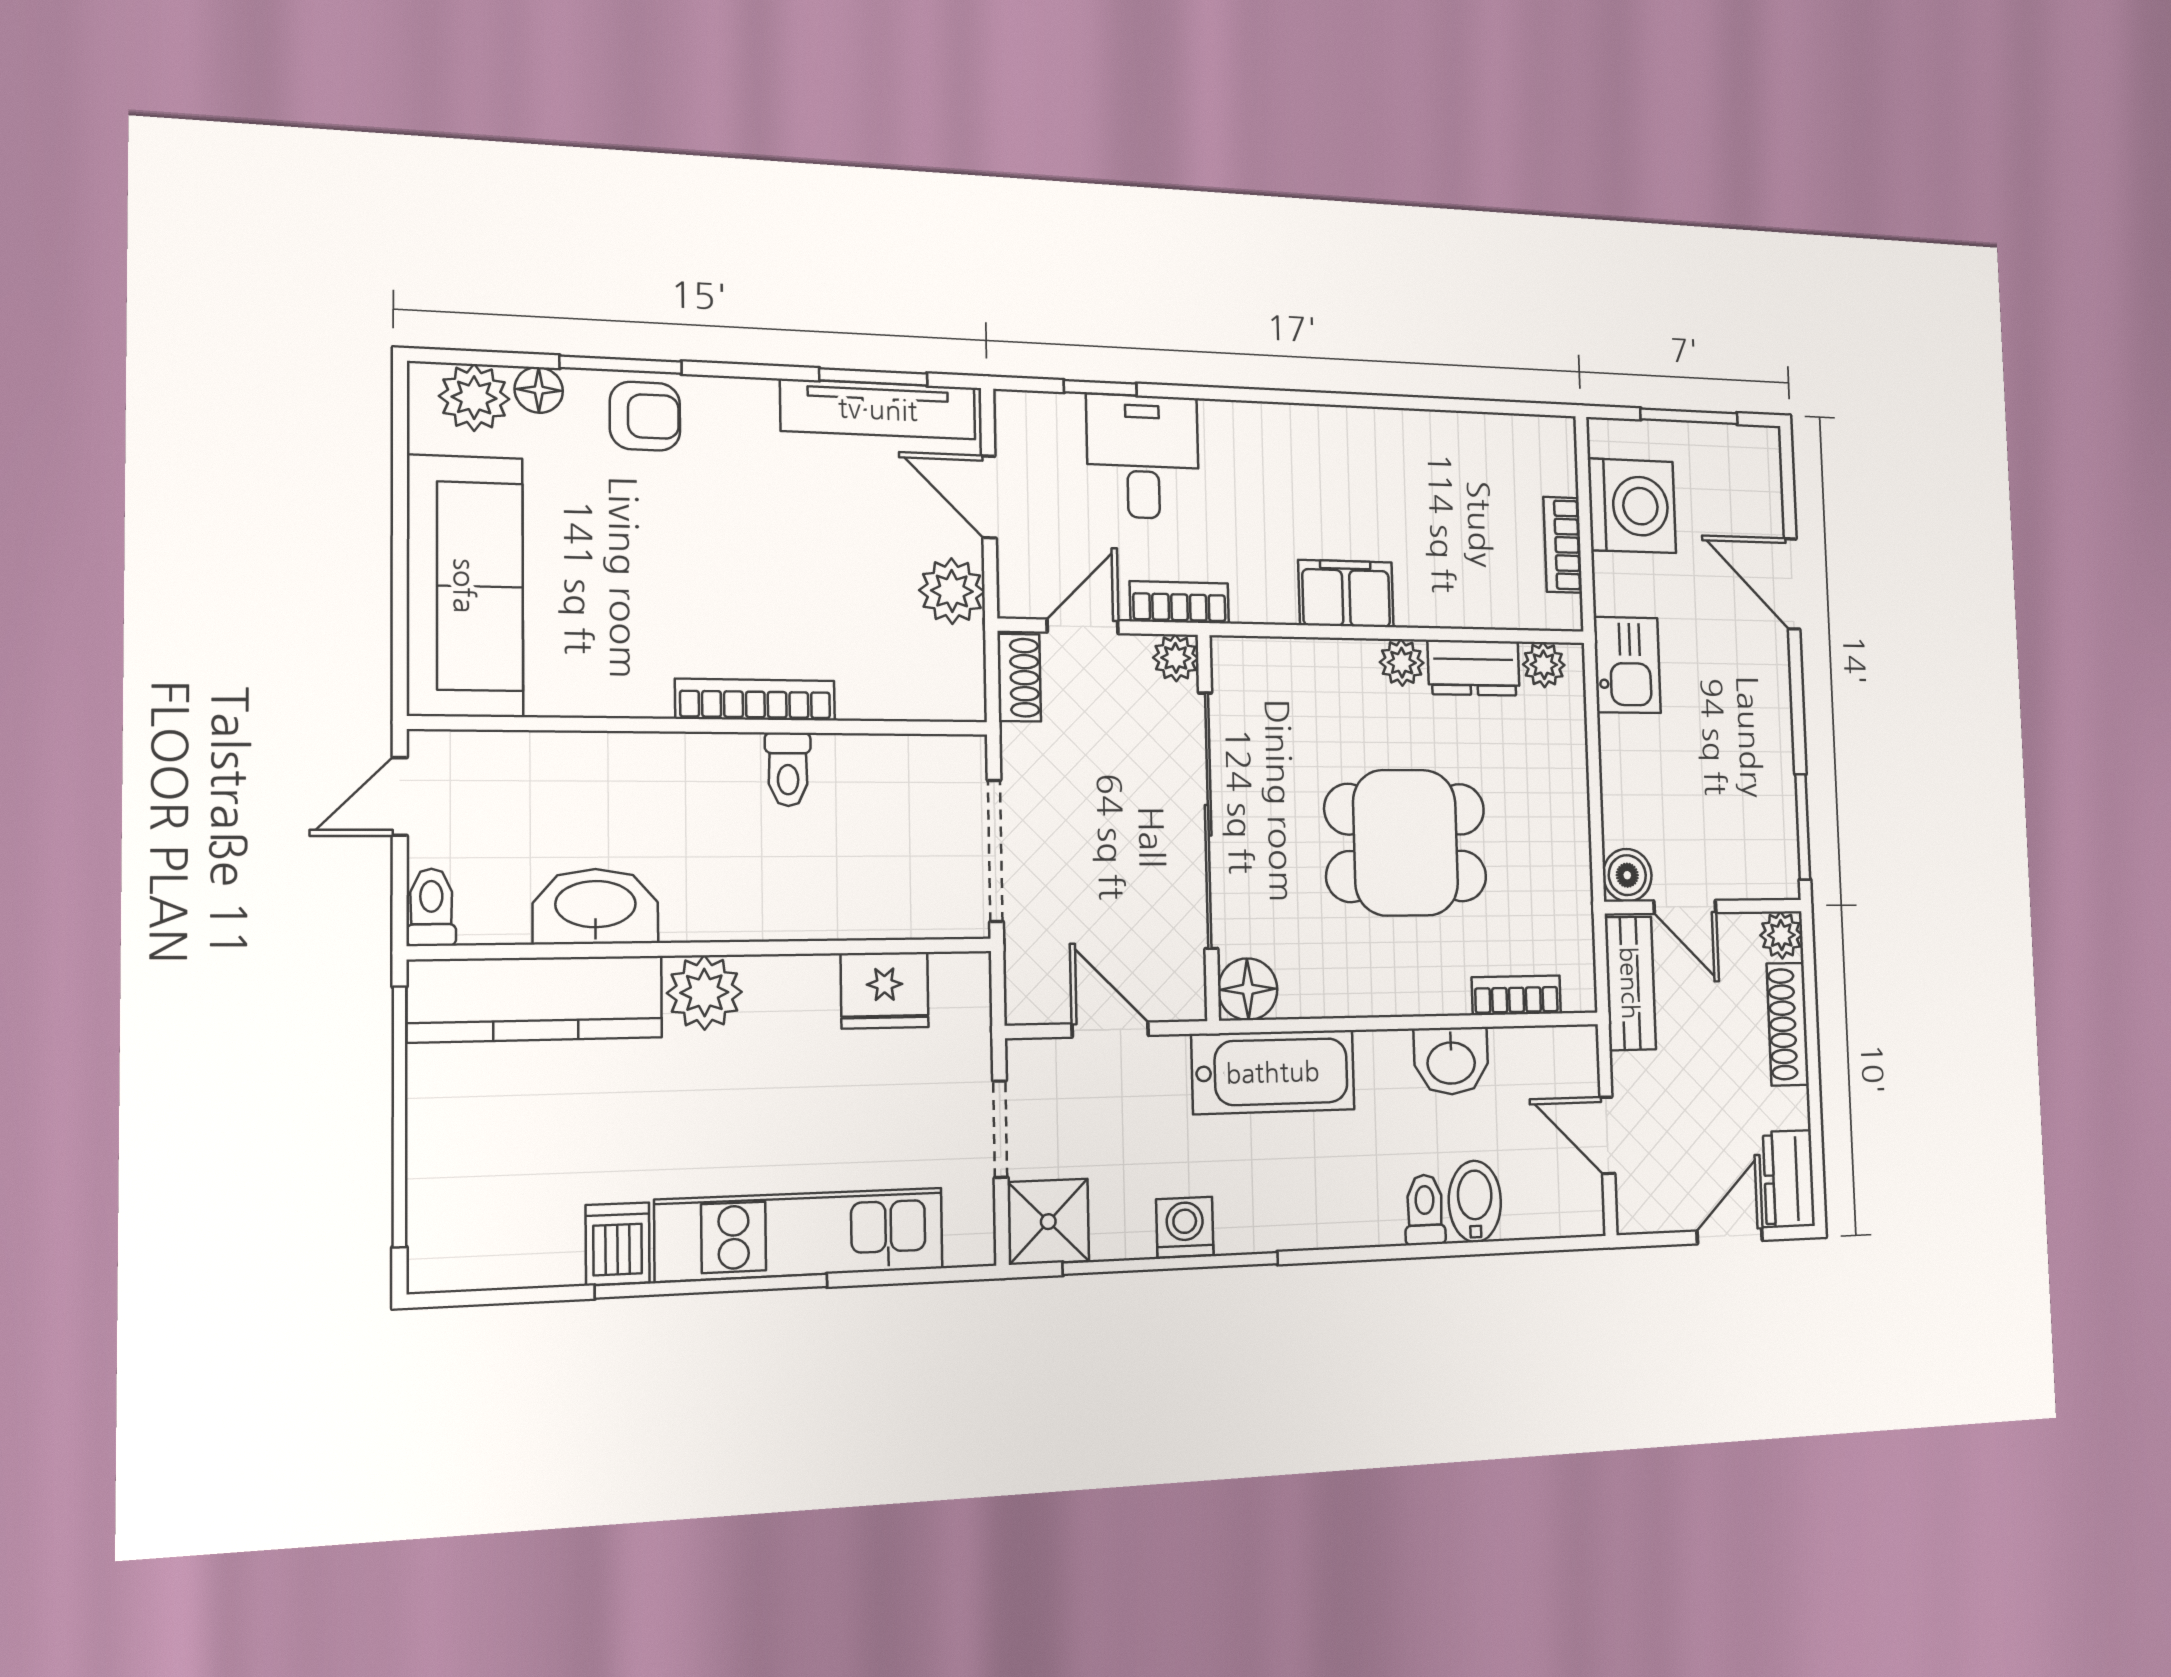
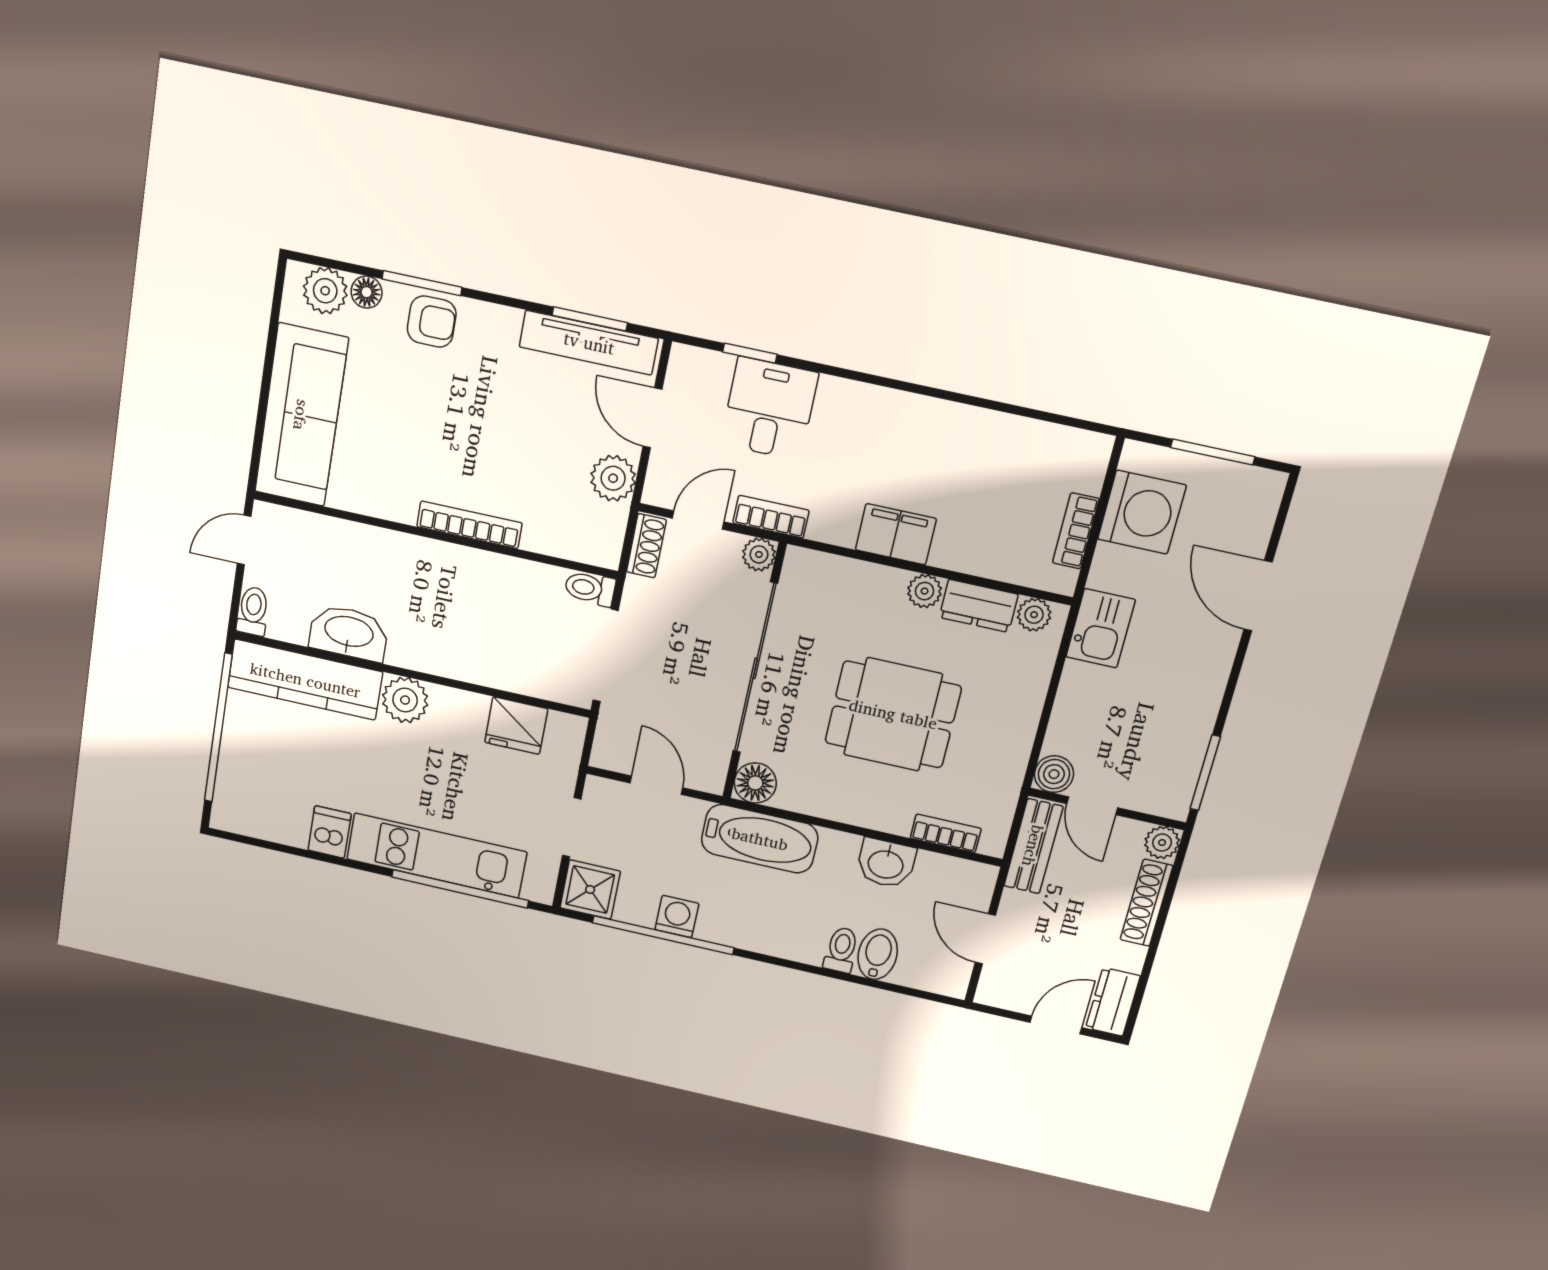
toilet: (788, 769) -> (590, 588), moved, turned 90
window: (712, 1286) -> (460, 889), moved

